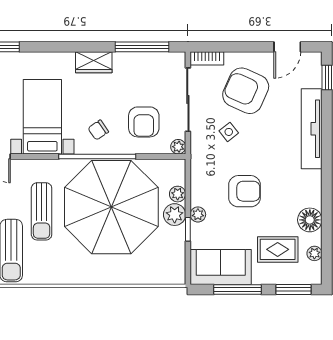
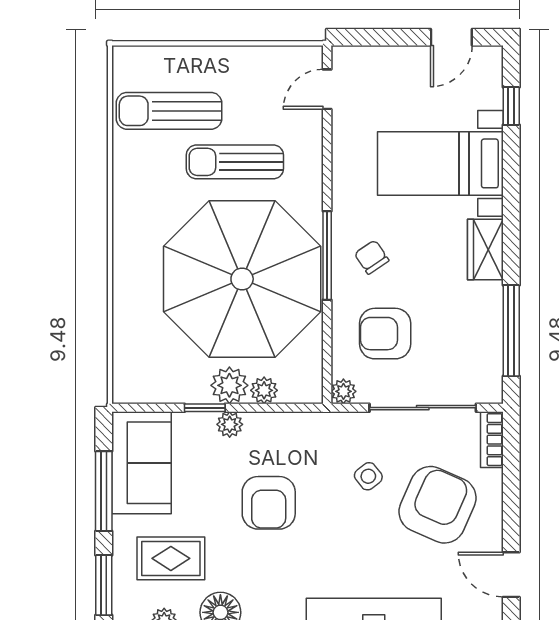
bed with nightstands: (42, 117) -> (440, 163), moved, turned 180
window: (97, 156) -> (327, 255), width x0.68
rug: (278, 249) -> (171, 558), turned 90

